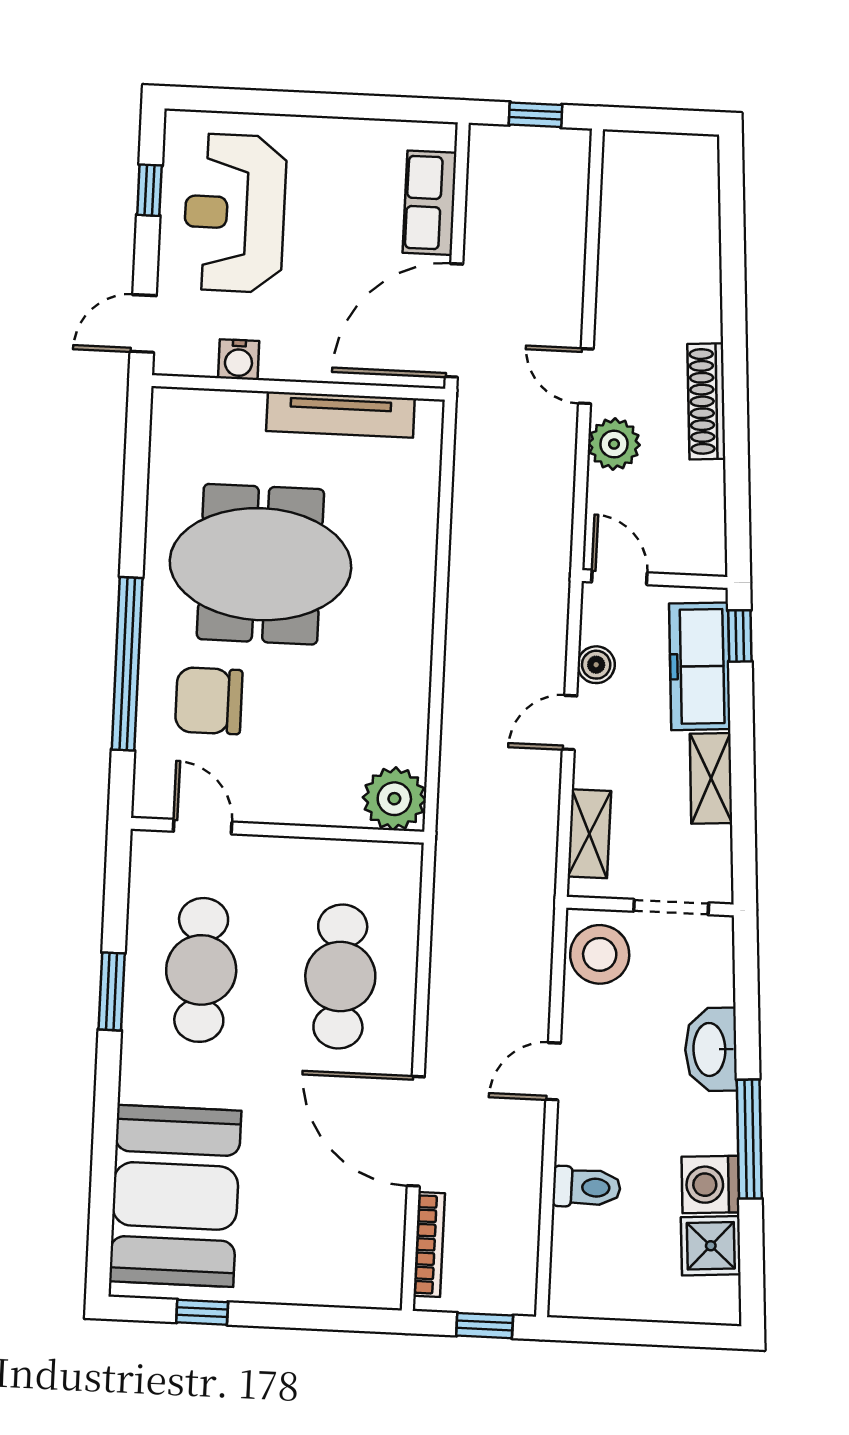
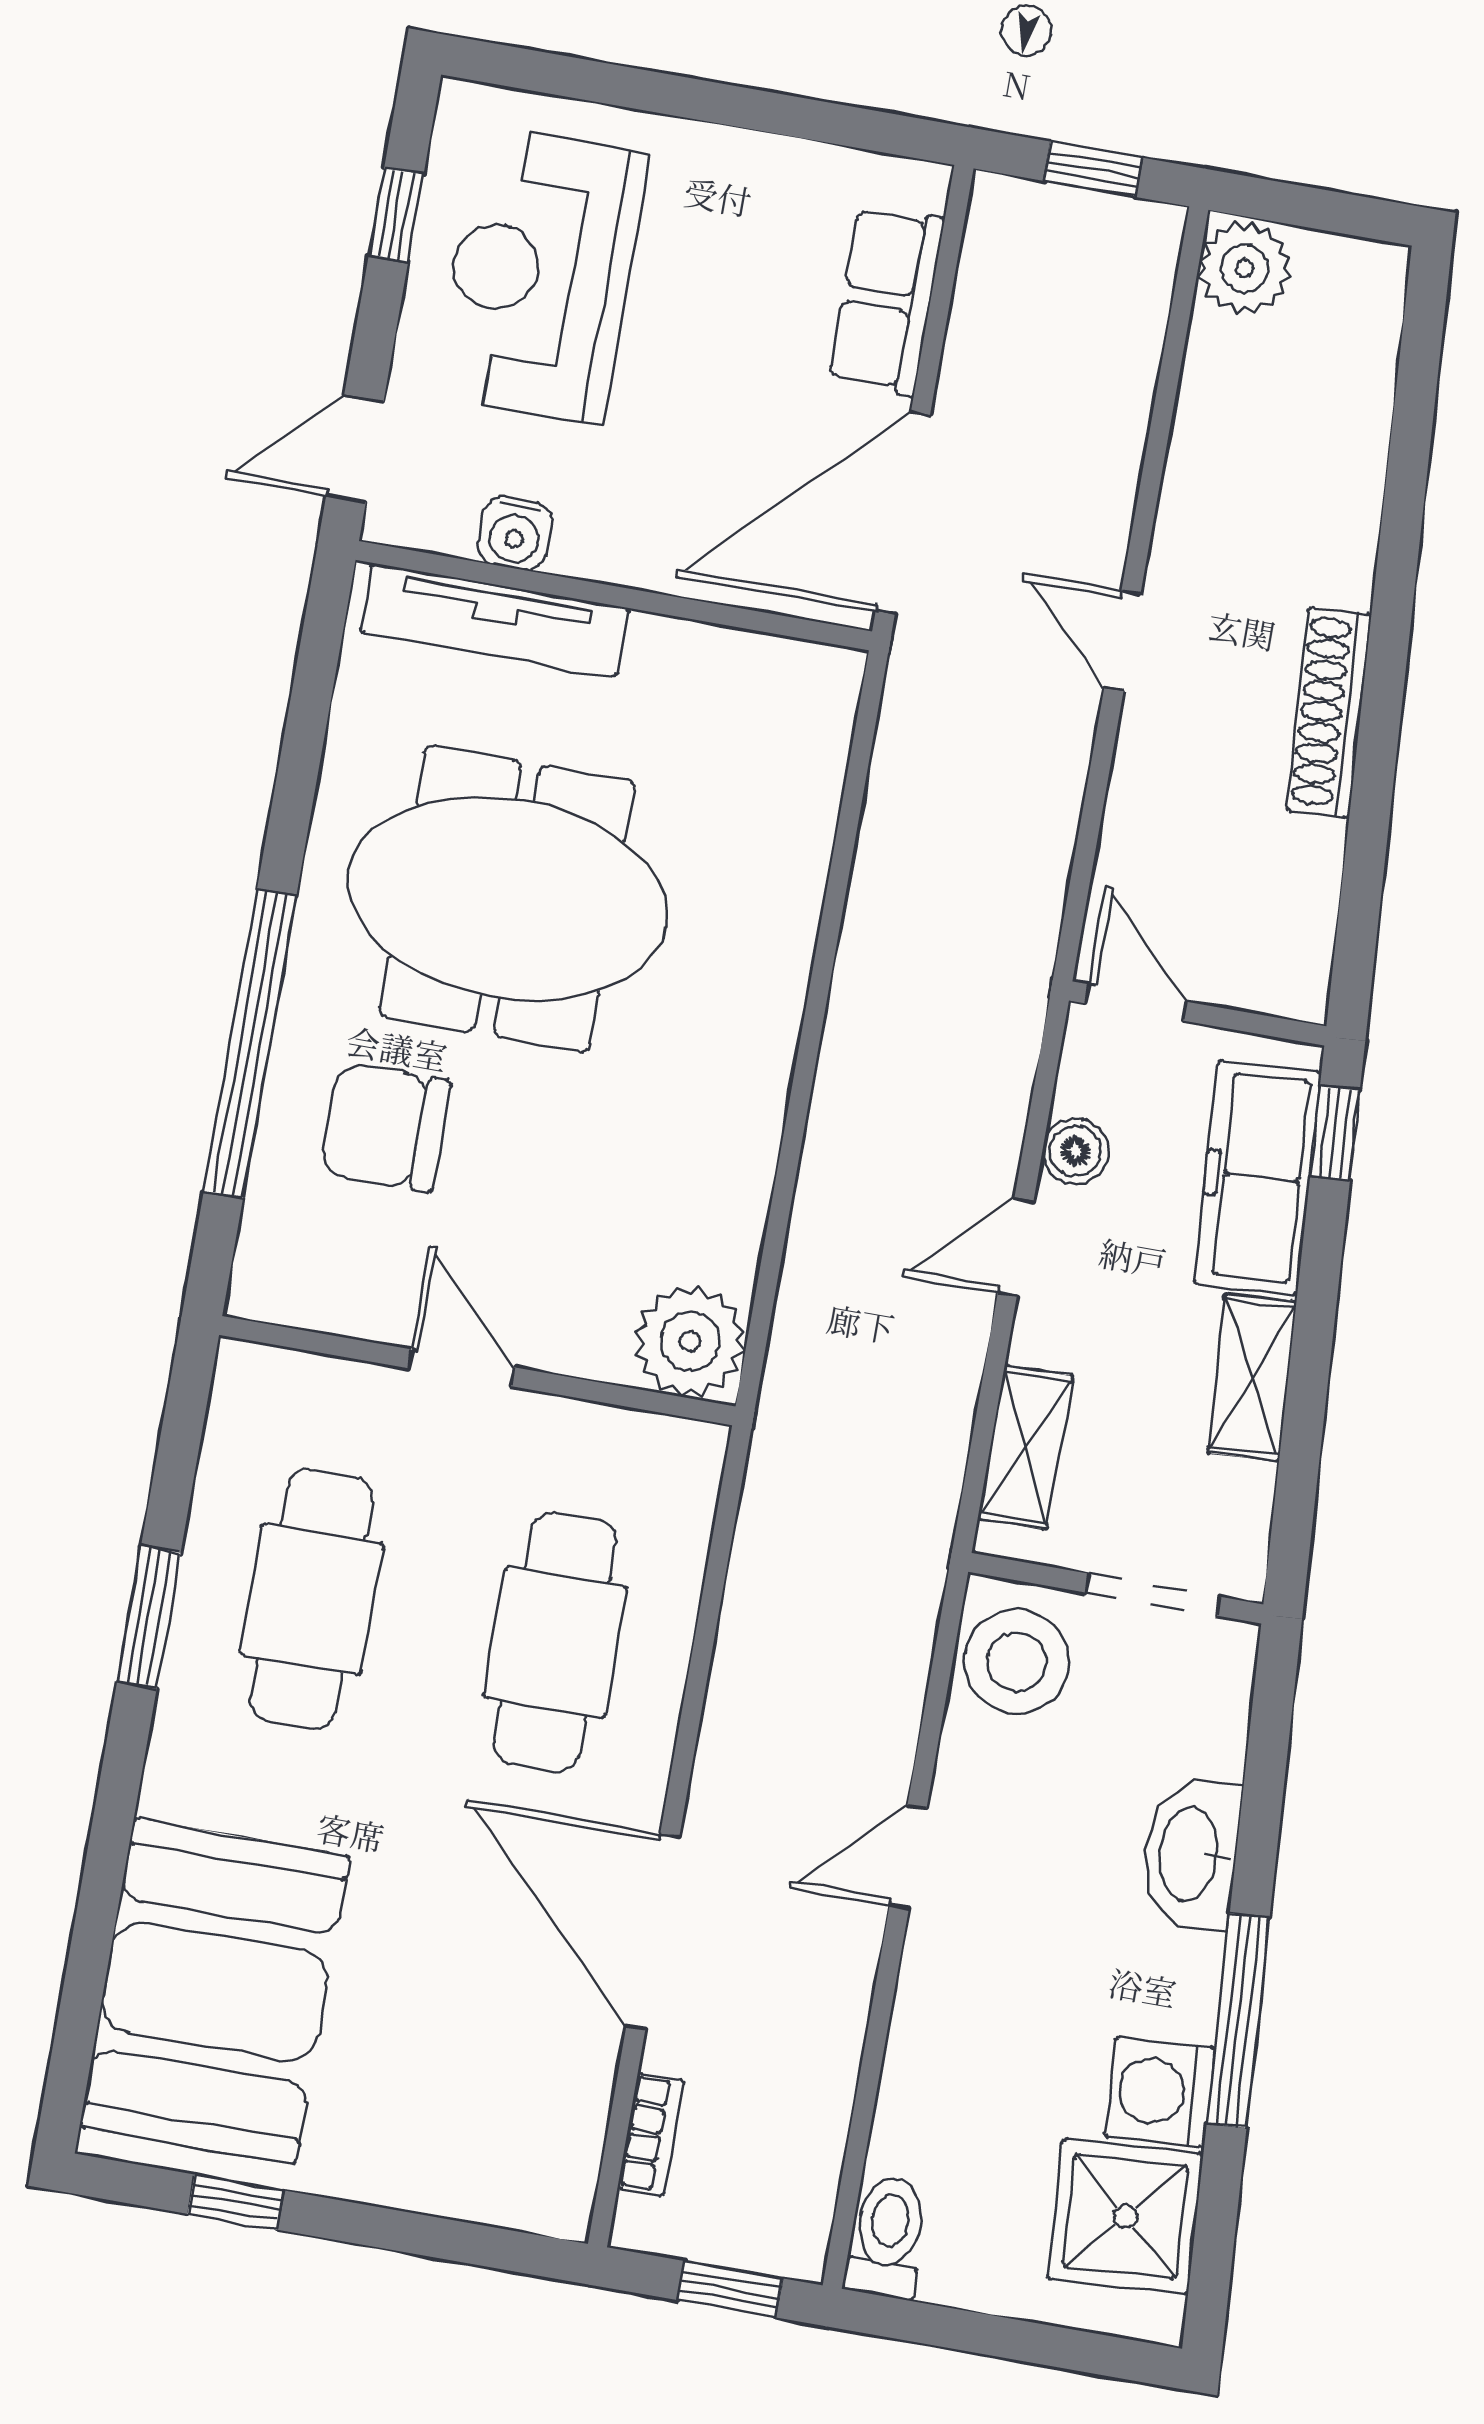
tv unit: (340, 415) -> (495, 620), moved
plant: (614, 444) -> (1245, 268), moved
door: (203, 827) -> (461, 1368), moved
toilet: (586, 1187) -> (887, 2237), moved, turned -90
bookcase: (429, 1245) -> (651, 2134), width x0.64
shower: (711, 1246) -> (1125, 2216), width x1.36, depth x1.36

